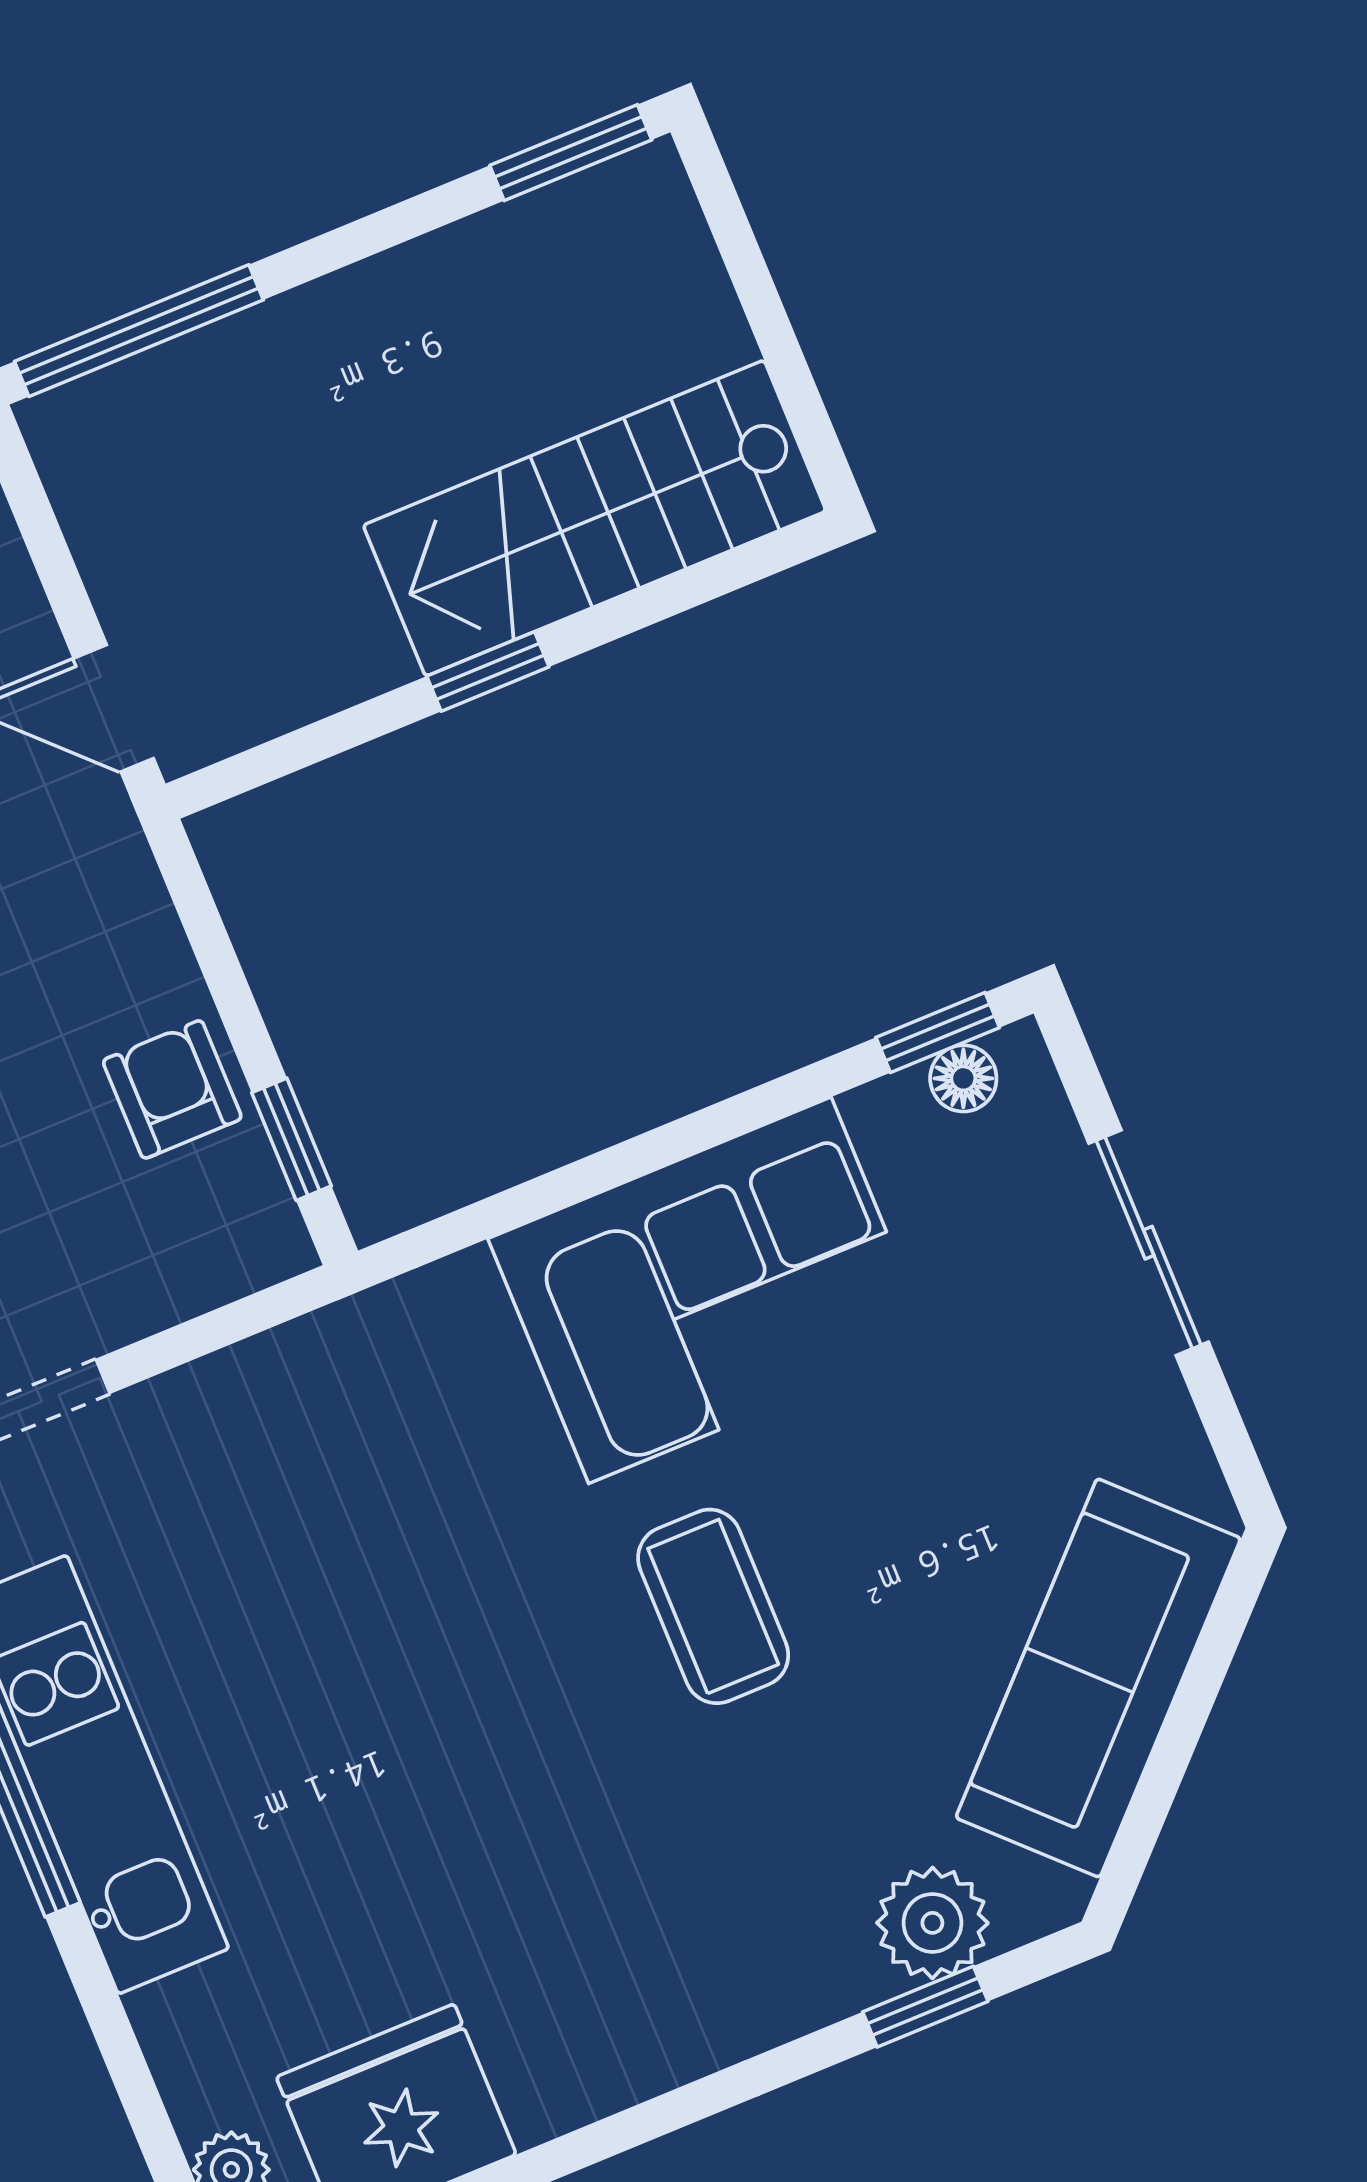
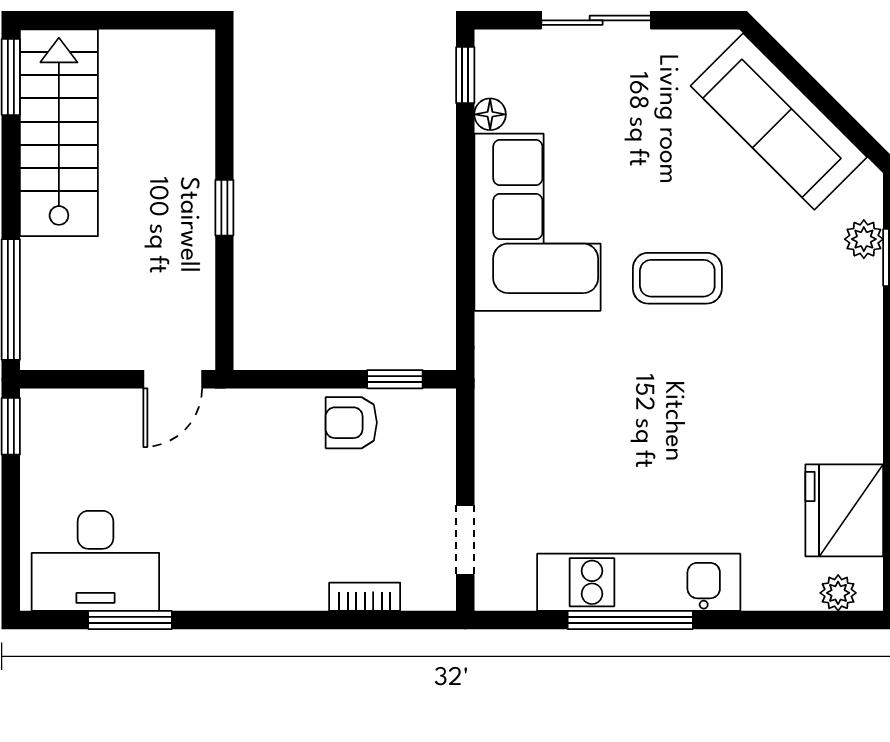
stairs: (595, 518) -> (59, 133), moved, turned 180
floor lamp: (963, 1078) -> (490, 114), moved
plant: (932, 1923) -> (864, 239), width x0.73, depth x0.73

